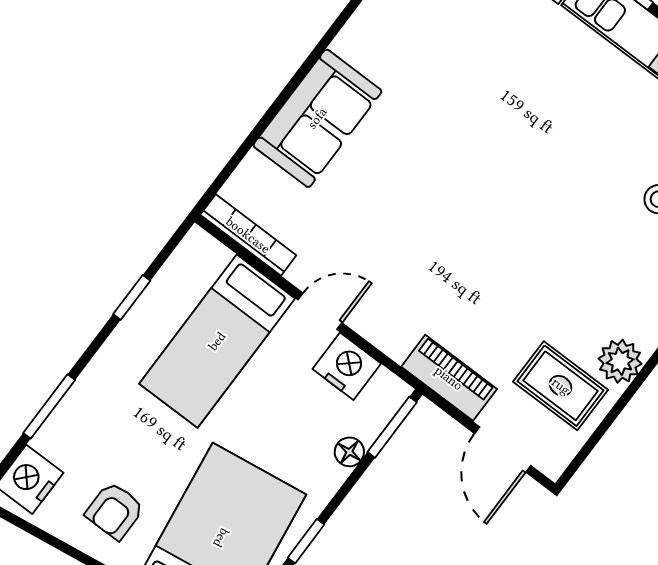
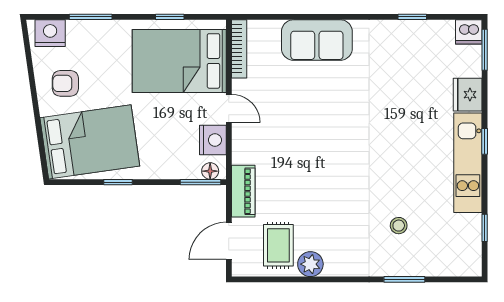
bed: (217, 341) -> (179, 61), width x1.50
floor lamp: (349, 452) -> (210, 171), moved

